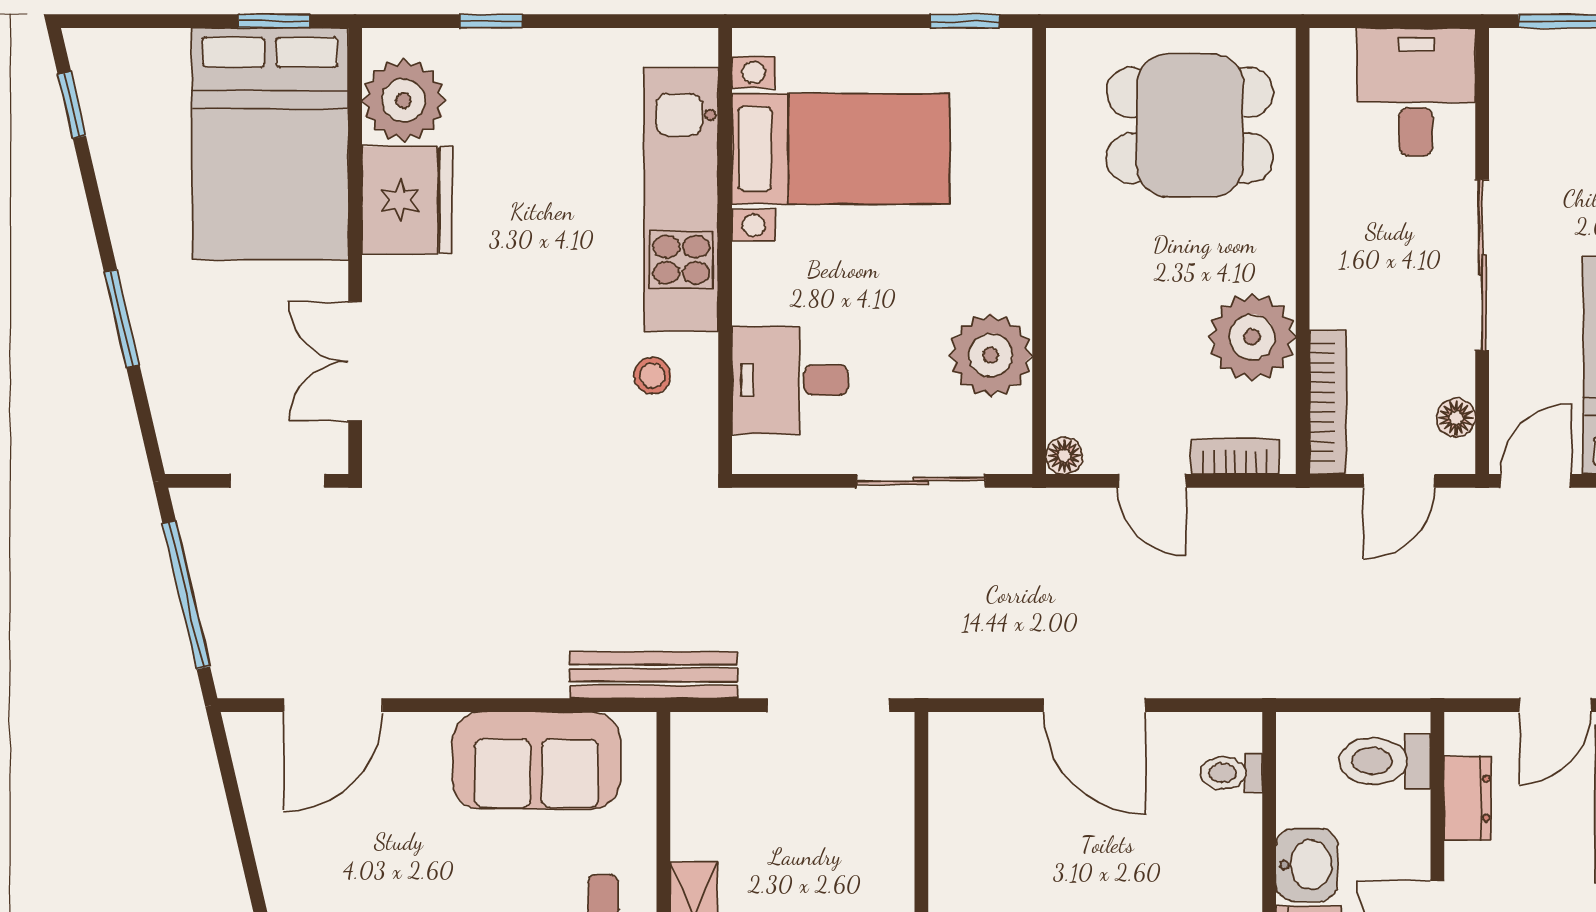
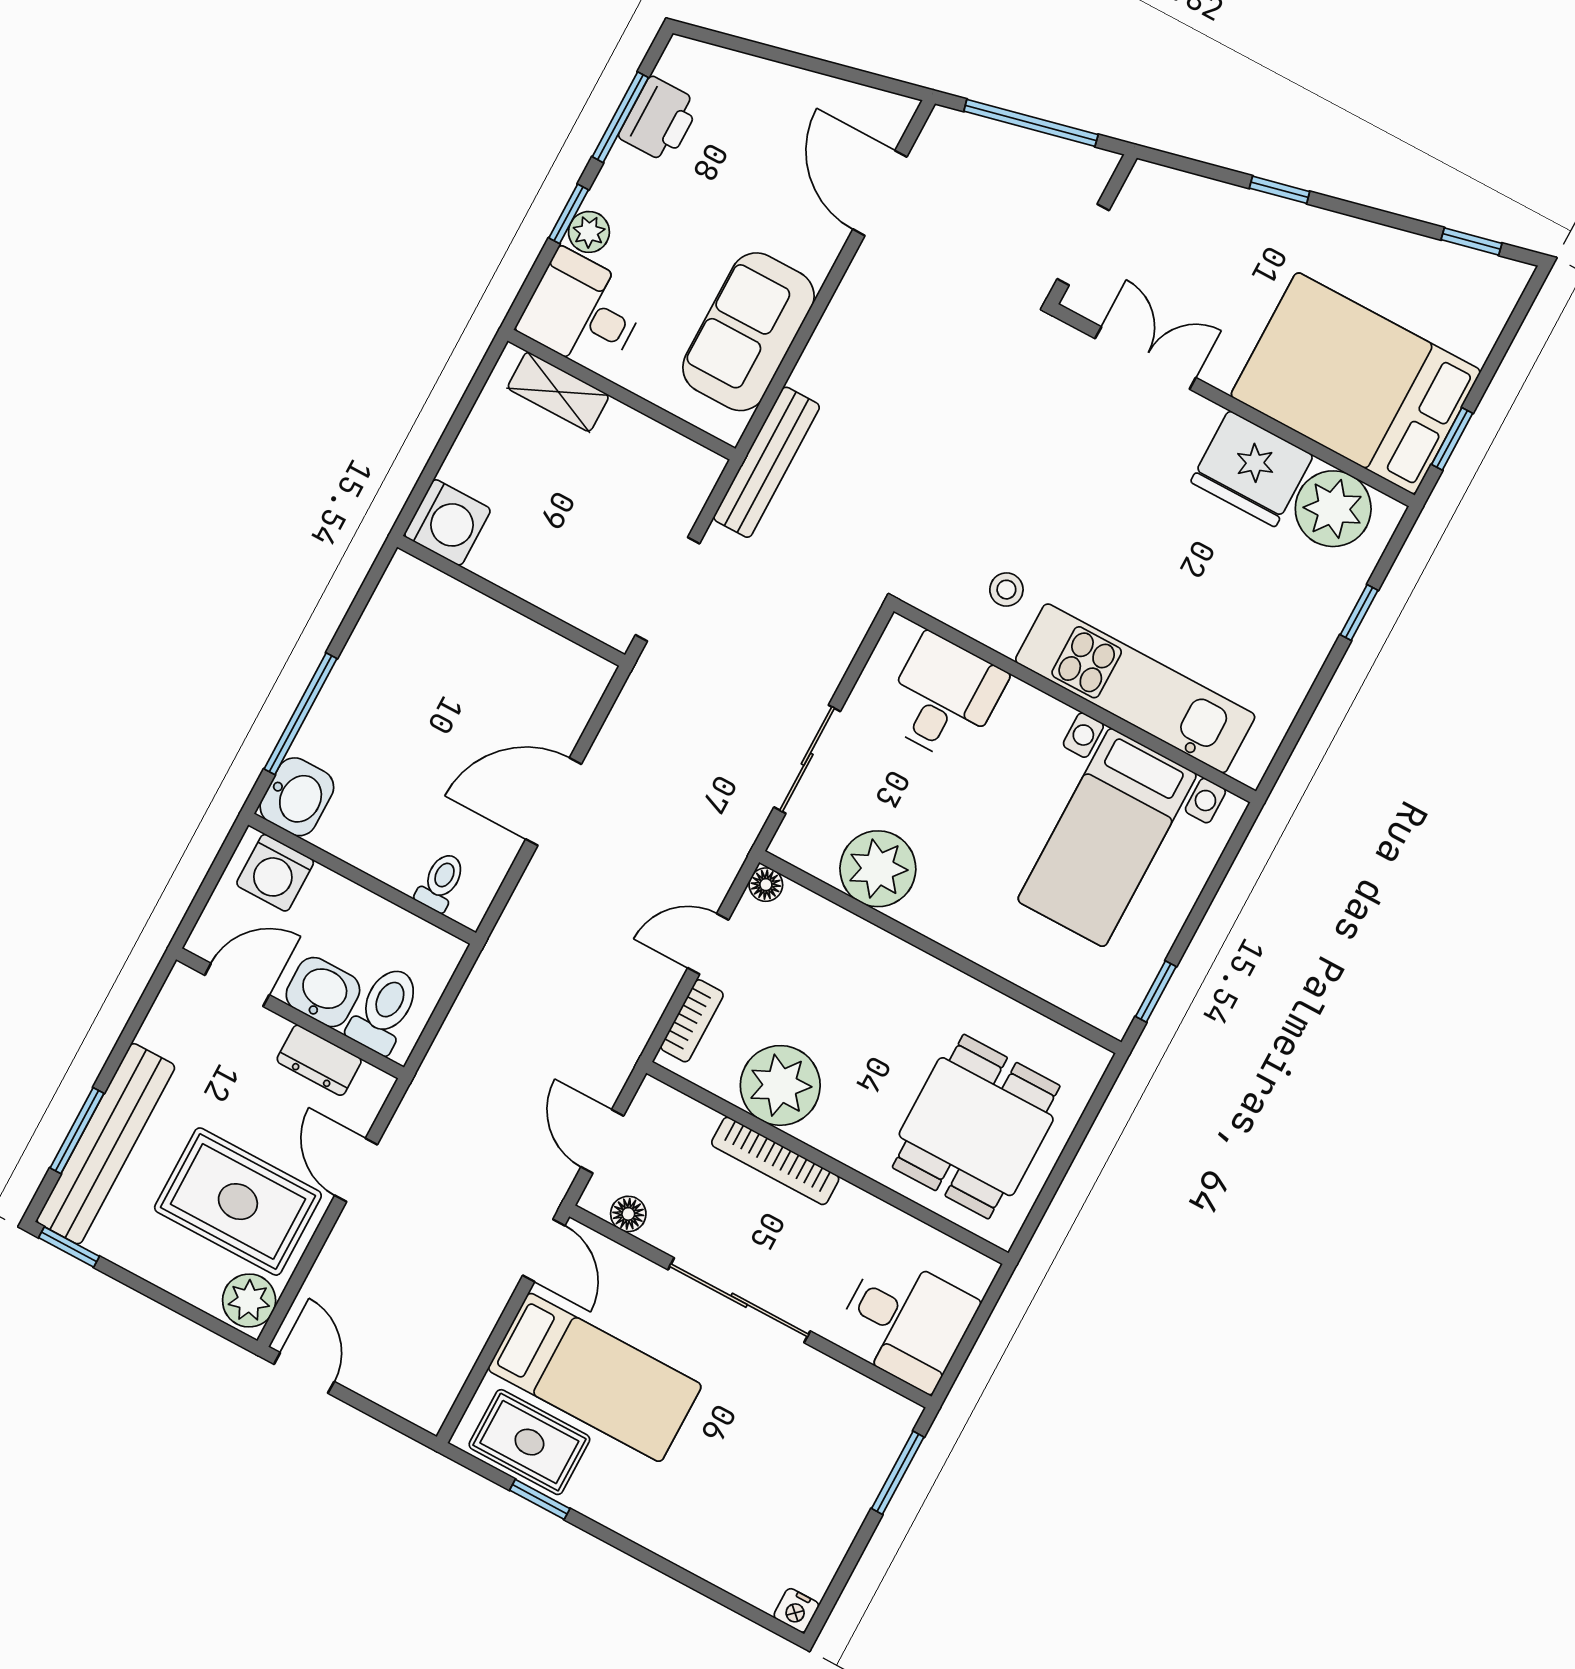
window: (122, 319) -> (1280, 190), width x0.67
bookcase: (1328, 402) -> (775, 1161), moved
washbasin: (1307, 865) -> (323, 992), moved, turned 180

